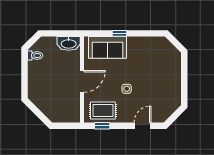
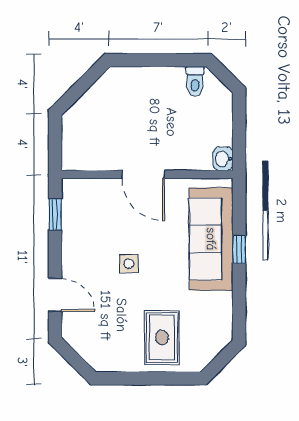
washbasin: (69, 43) -> (223, 159), width x0.52, depth x0.69
sofa: (108, 47) -> (211, 239), width x1.36
rug: (103, 111) -> (162, 338), moved

